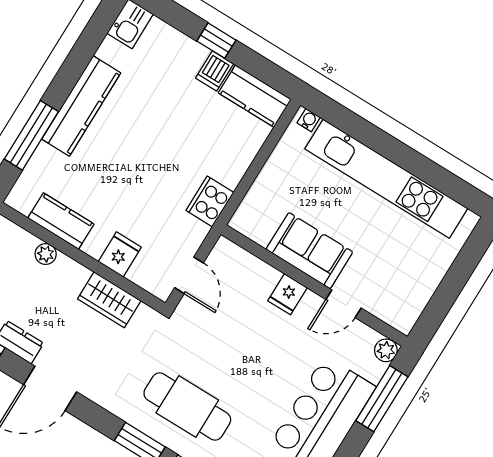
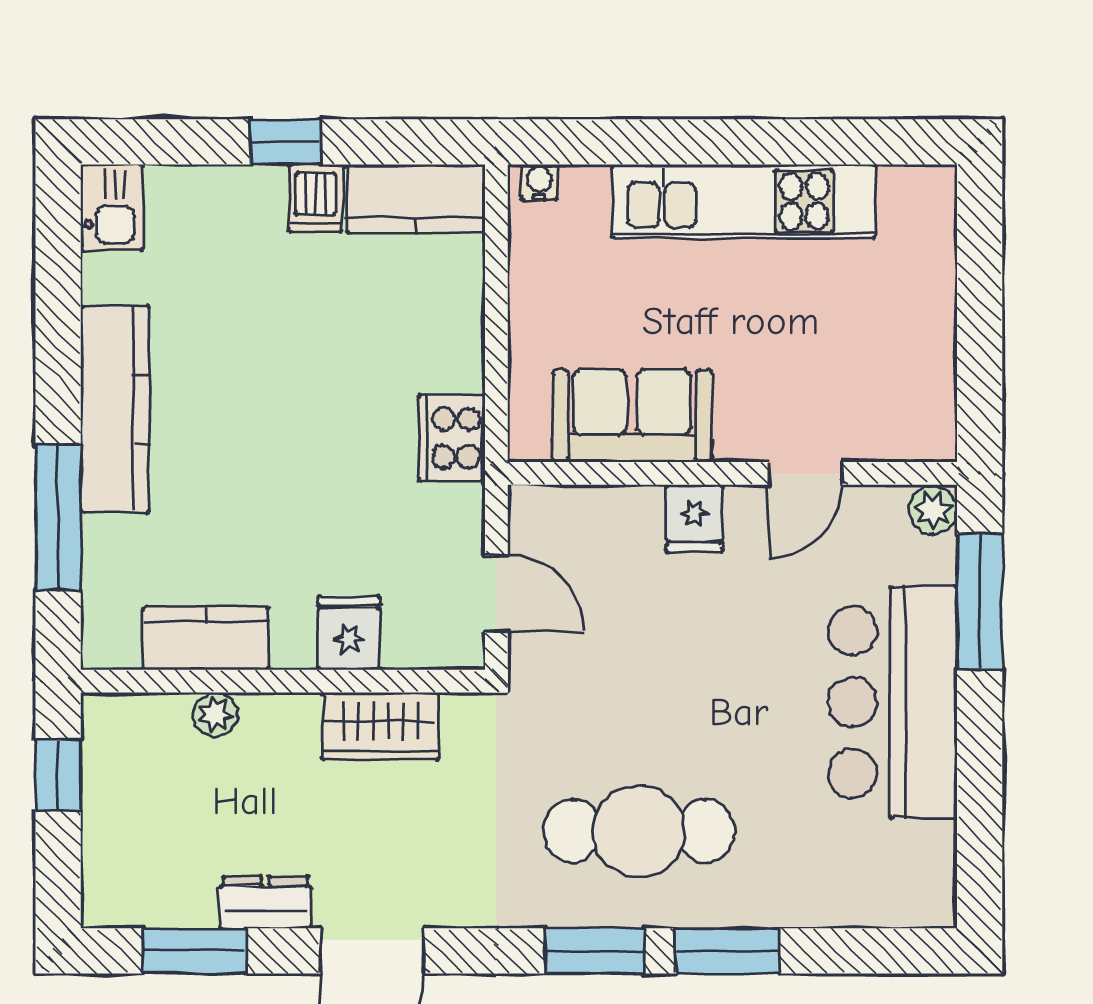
kitchen unit: (386, 179) -> (744, 201), width x0.73
sofa: (309, 251) -> (632, 416), moved

